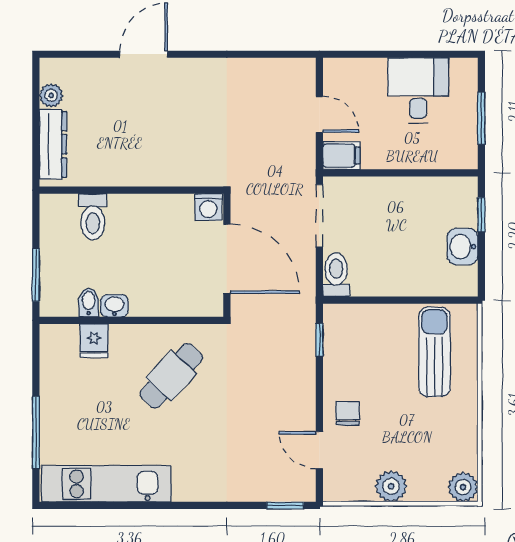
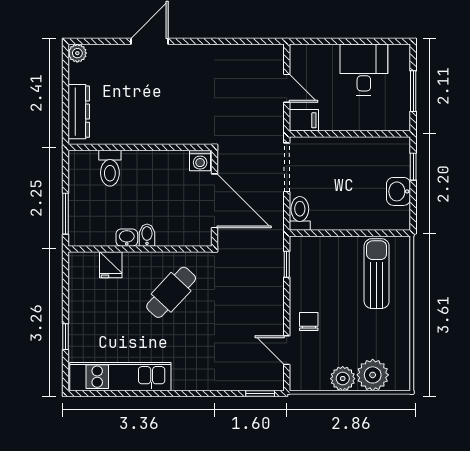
plant: (51, 95) -> (77, 53), moved
bidet: (89, 302) -> (147, 235), moved
window: (36, 433) -> (65, 337), width x0.46
plant: (463, 487) -> (373, 375), moved, width x1.36, depth x1.36

